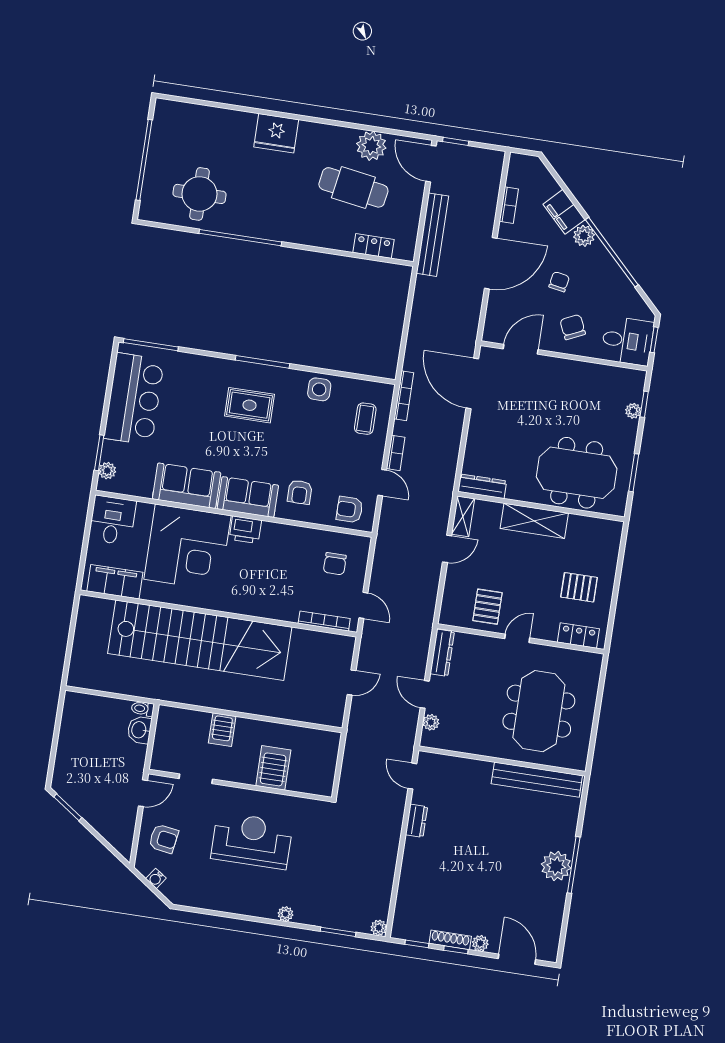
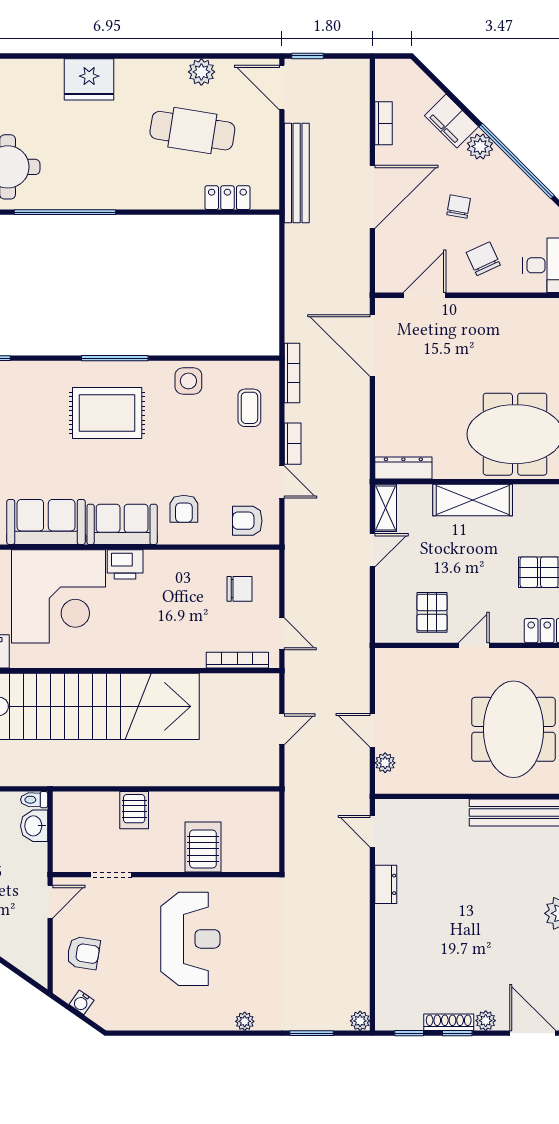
plant: (371, 146) -> (201, 72), width x0.73, depth x0.73
rug: (250, 405) -> (107, 413), width x1.36, depth x1.43
chair: (335, 564) -> (240, 589), turned -90
dresser: (442, 653) -> (386, 677), removed
reception desk: (252, 841) -> (190, 939), turned 90

